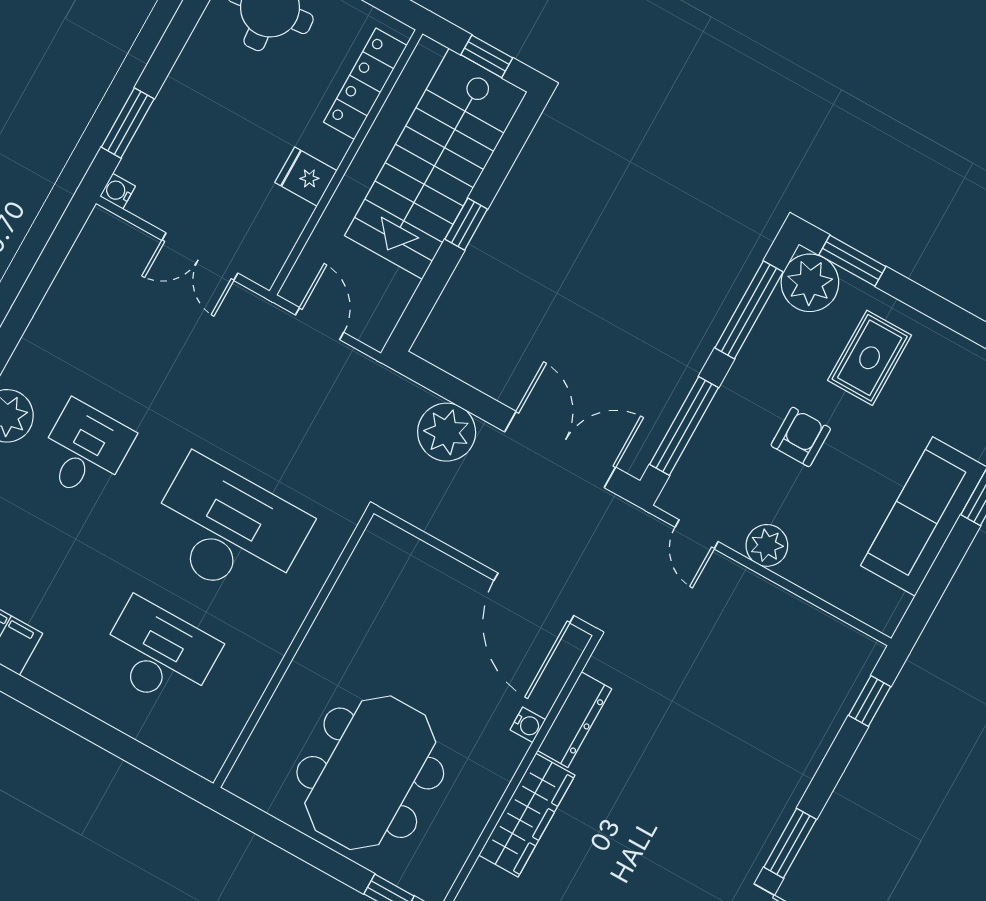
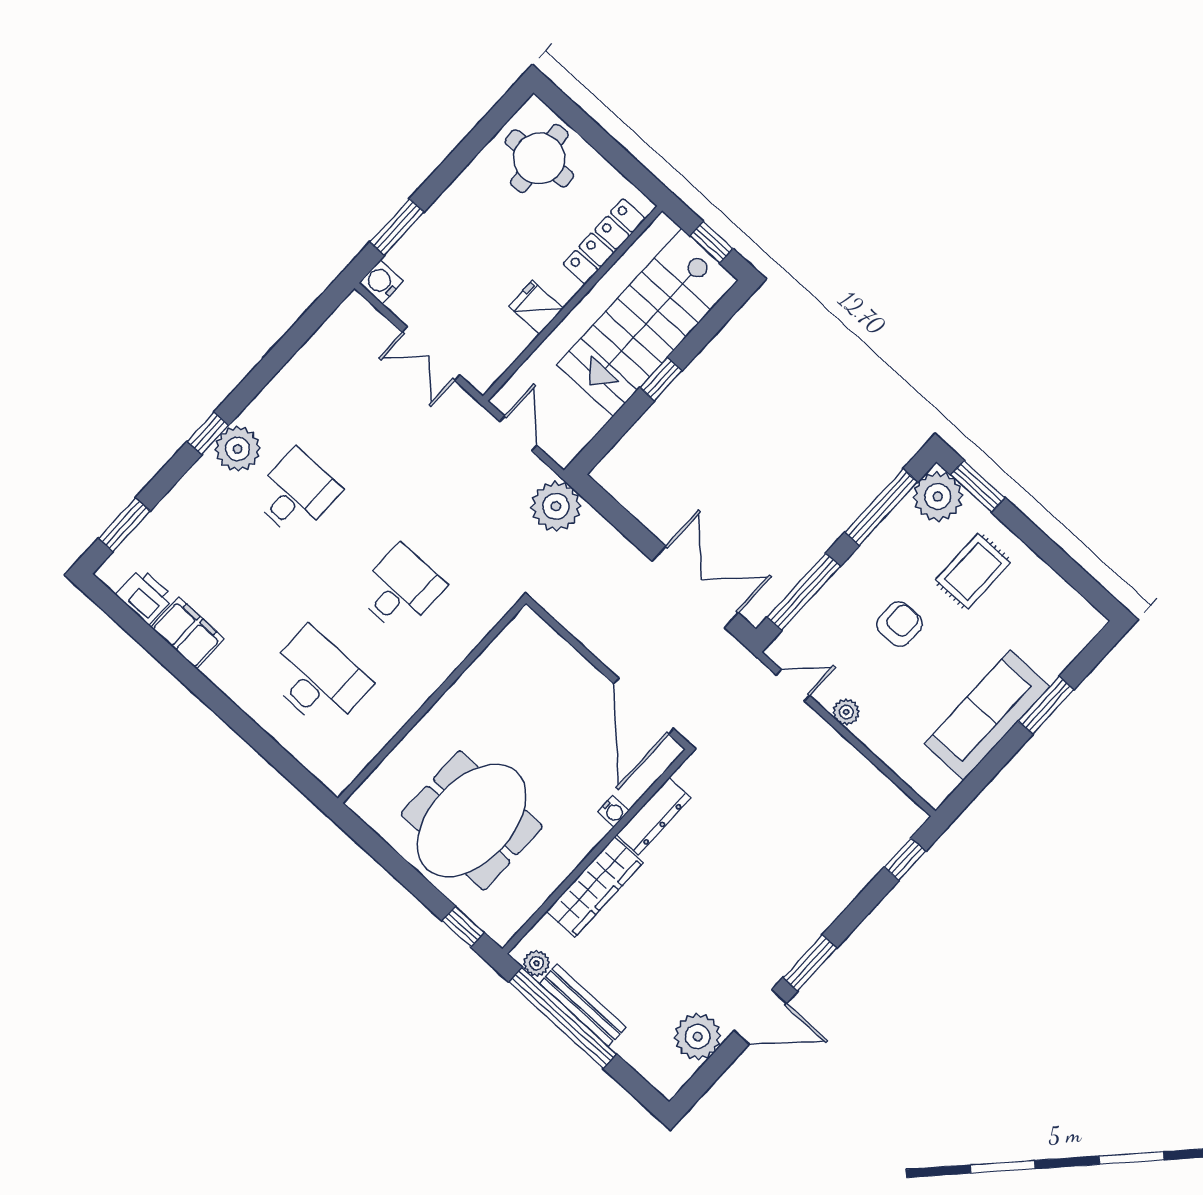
water cooler: (118, 191) -> (381, 282), width x1.38, depth x1.38
plant: (447, 432) -> (556, 506), moved
desk: (228, 531) -> (400, 589), width x0.53, depth x0.77
door: (697, 534) -> (793, 685), swing flipped
plant: (767, 545) -> (846, 712), width x0.73, depth x0.73

